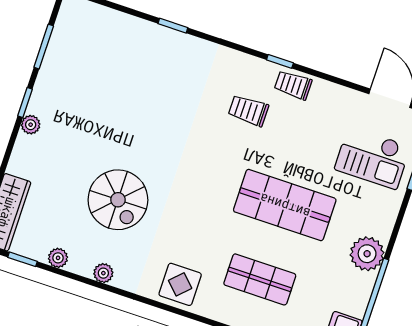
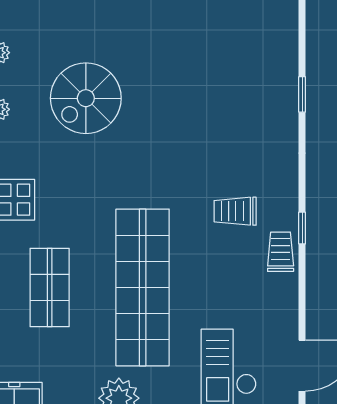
trolley: (248, 110) -> (235, 211), turned -90
shop shelf: (285, 205) -> (143, 287), width x1.40

